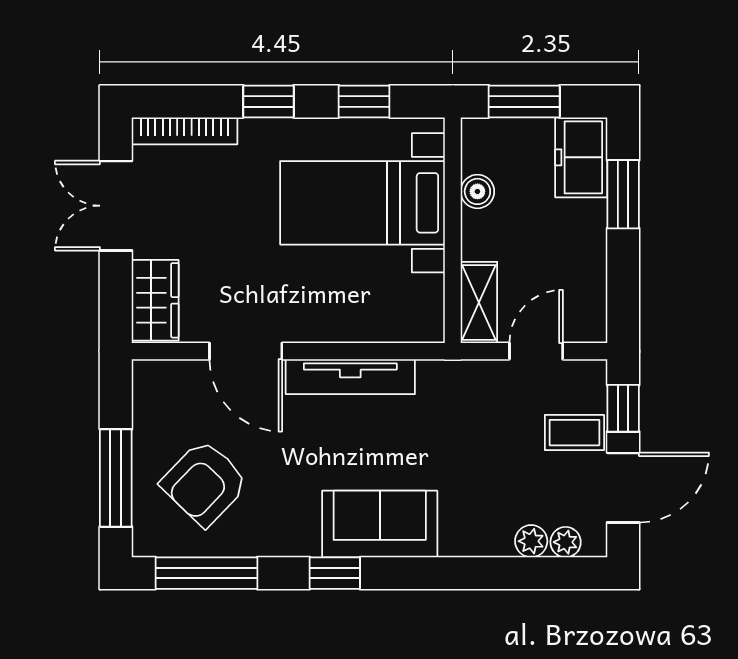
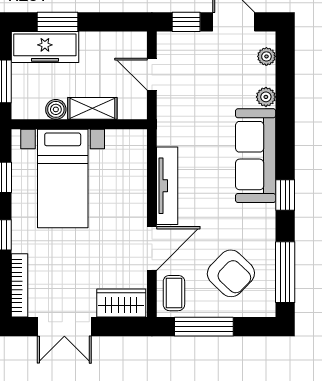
freezer: (581, 157) -> (45, 47), width x1.40
shelving: (479, 303) -> (92, 108), moved
coffee table: (574, 433) -> (174, 293), moved
window: (116, 478) -> (204, 327), moved
sofa: (380, 524) -> (256, 156), width x1.36
plant: (531, 541) -> (266, 97), moved

